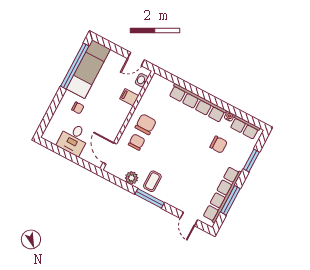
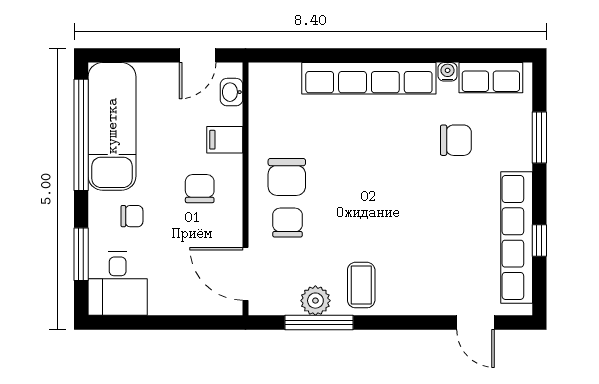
chair: (110, 111) -> (200, 189), added
window: (50, 112) -> (81, 254), added
chair: (146, 124) -> (287, 177), turned 180
desk: (74, 139) -> (118, 284), moved
window: (150, 198) -> (319, 322), moved
window: (230, 200) -> (539, 240), width x0.46

